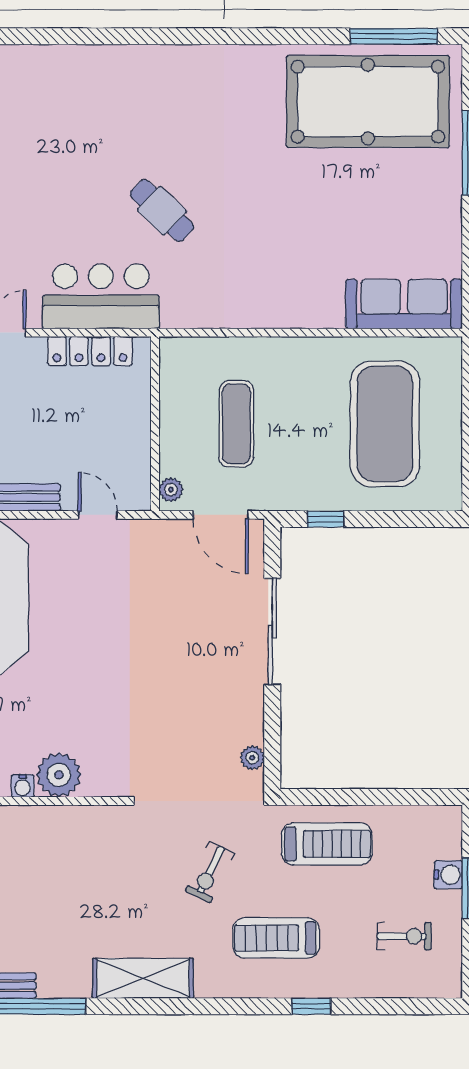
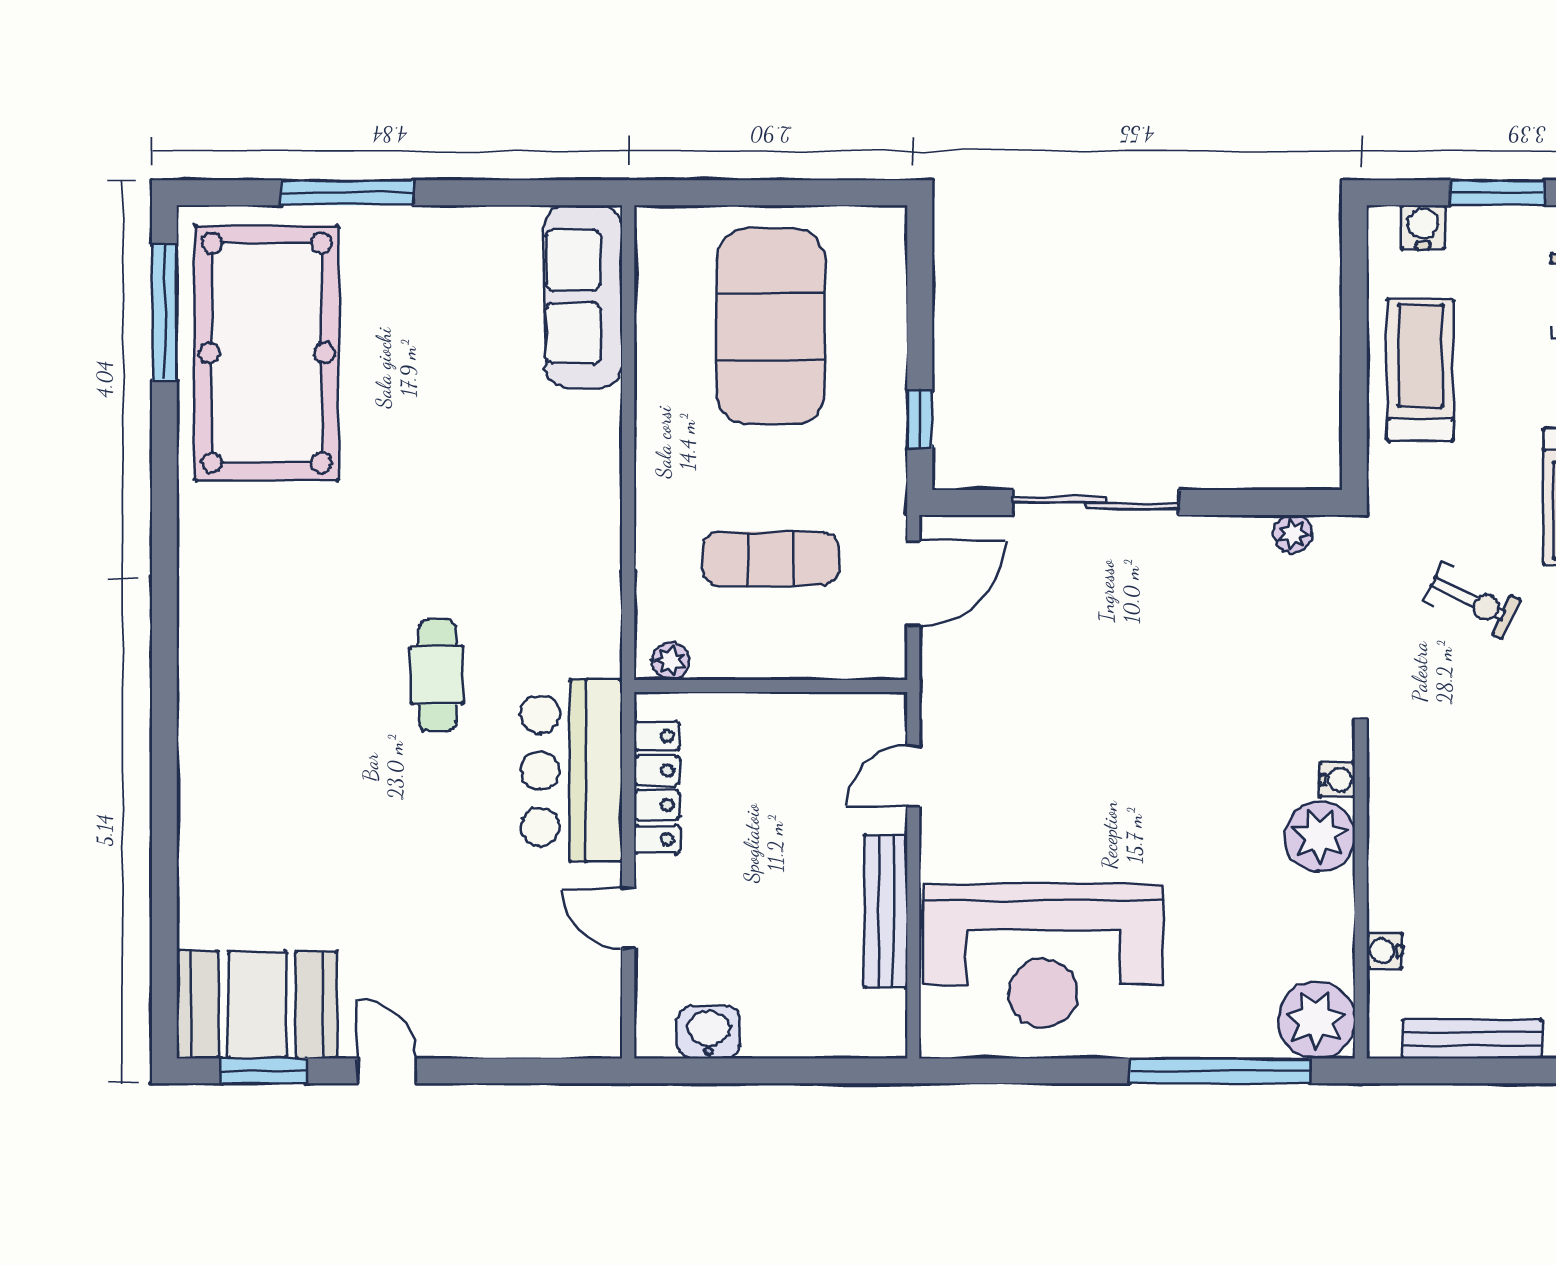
cafe table: (162, 211) -> (437, 675), turned -44
exercise mat: (385, 424) -> (771, 326), turned 90
plant: (171, 490) -> (671, 661), moved
water cooler: (23, 786) -> (1337, 780), moved
treadmill: (327, 844) -> (1420, 370), moved
water cooler: (448, 875) -> (1423, 227), moved

